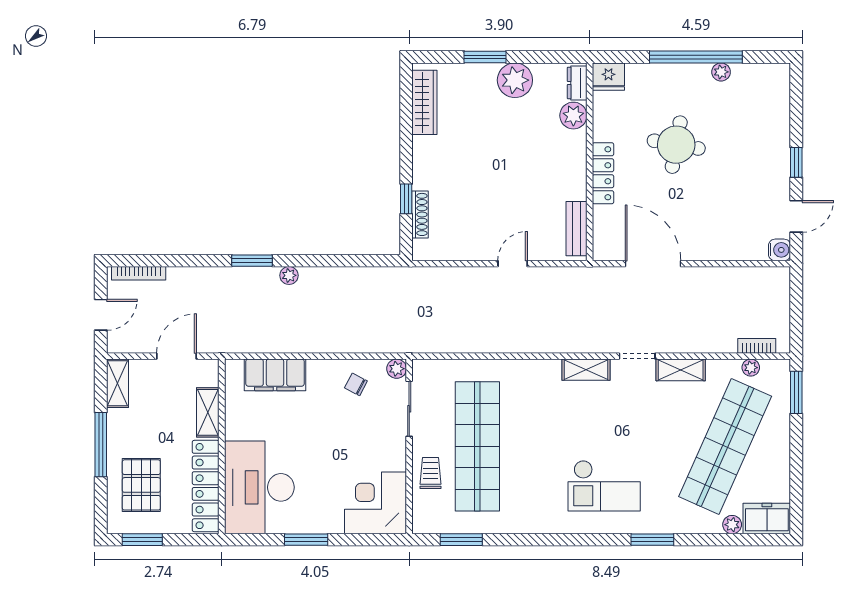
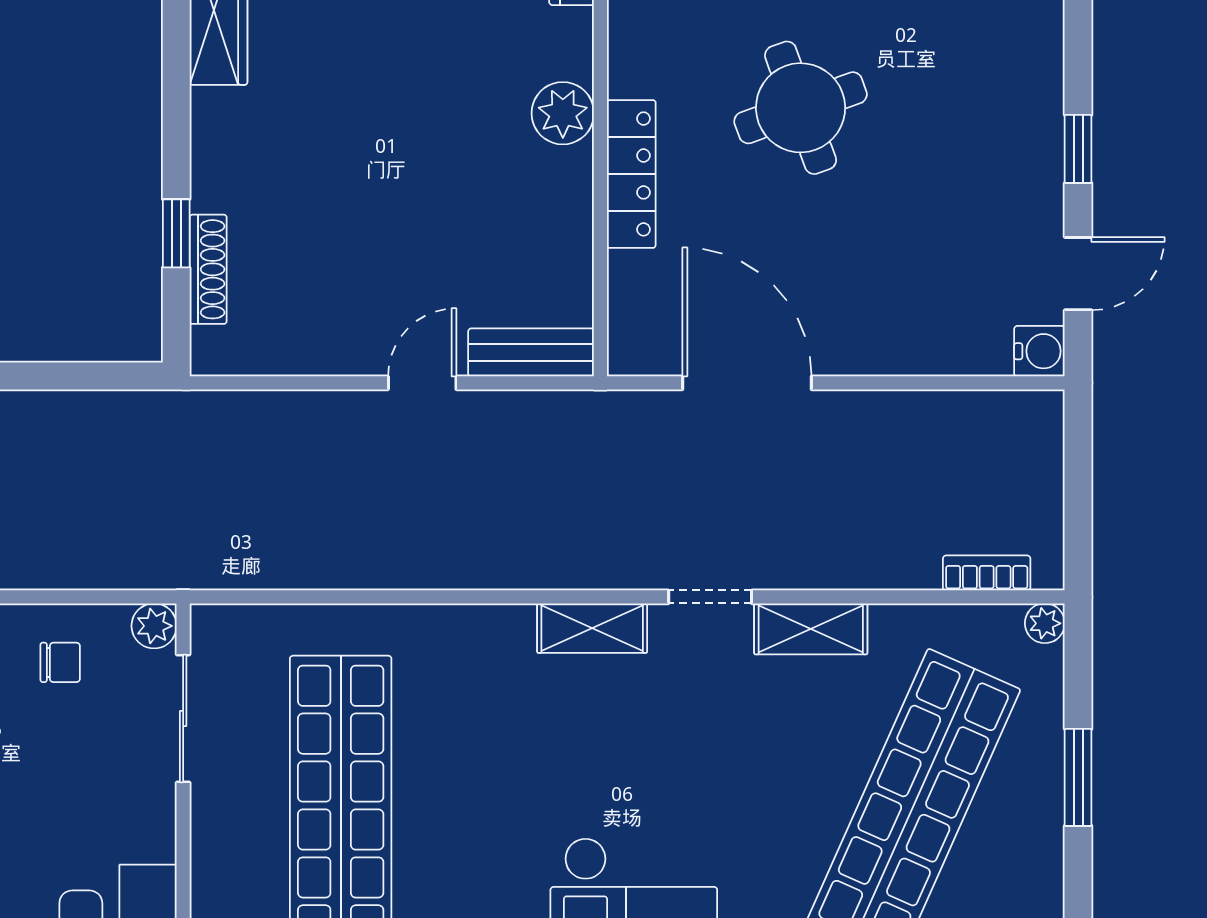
plant: (573, 116) -> (563, 113), moved
round table: (676, 145) -> (801, 108), turned -30
bench: (576, 229) -> (531, 352), moved, turned 90
plant: (751, 368) -> (1045, 623), moved
chair: (356, 384) -> (60, 662), turned 152
window: (796, 392) -> (1078, 777), moved
trolley: (430, 473) -> (232, 867), removed

